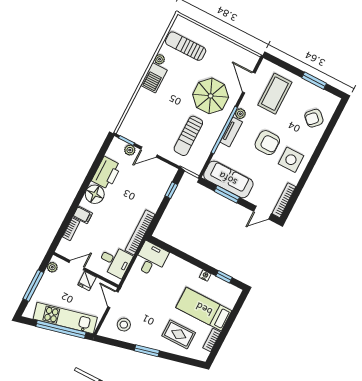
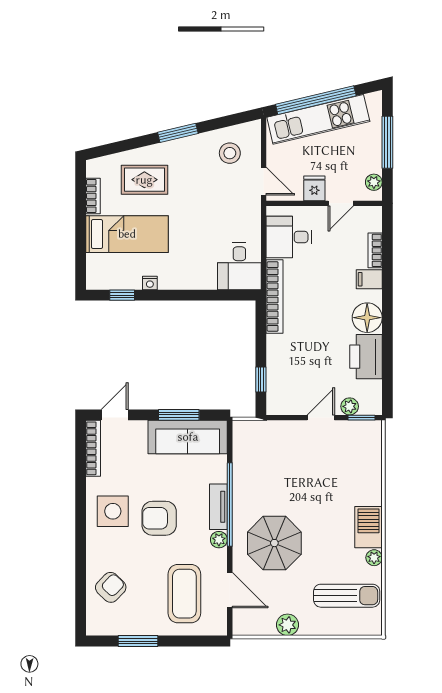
plant: (227, 47) -> (288, 625), added
sun lounger: (188, 136) -> (277, 470), removed

